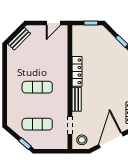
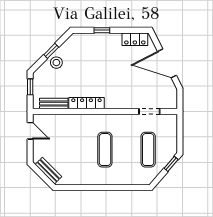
bench: (77, 99) -> (54, 104), moved
stool: (82, 140) -> (56, 63), moved

